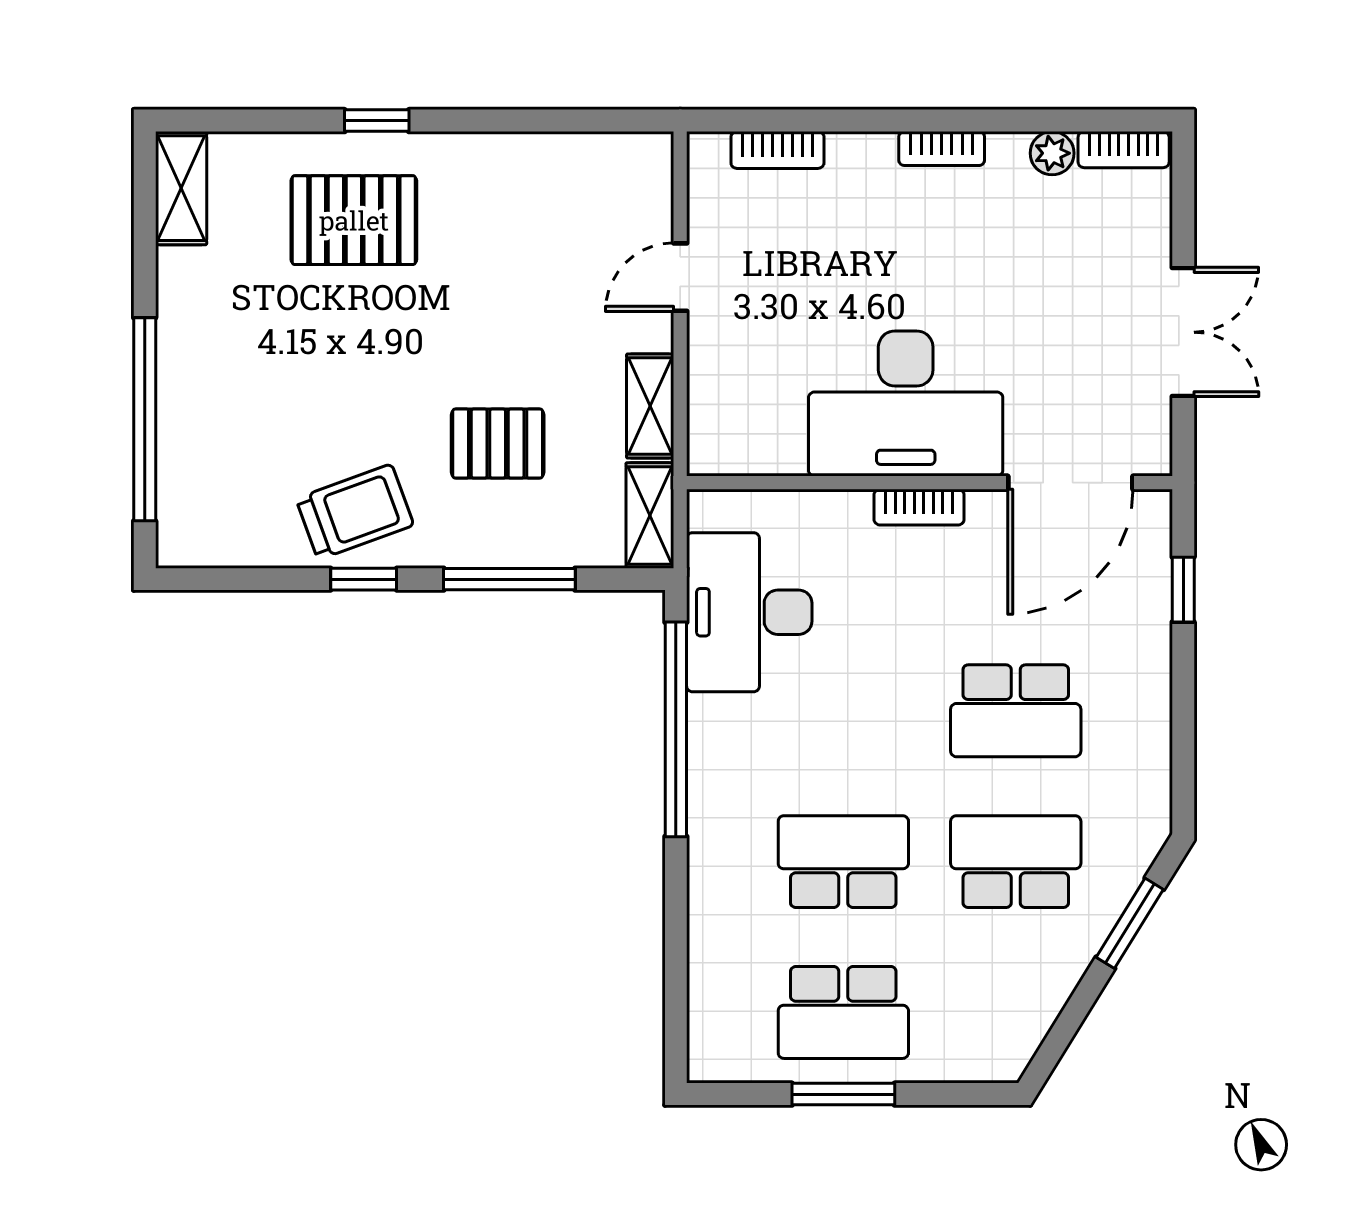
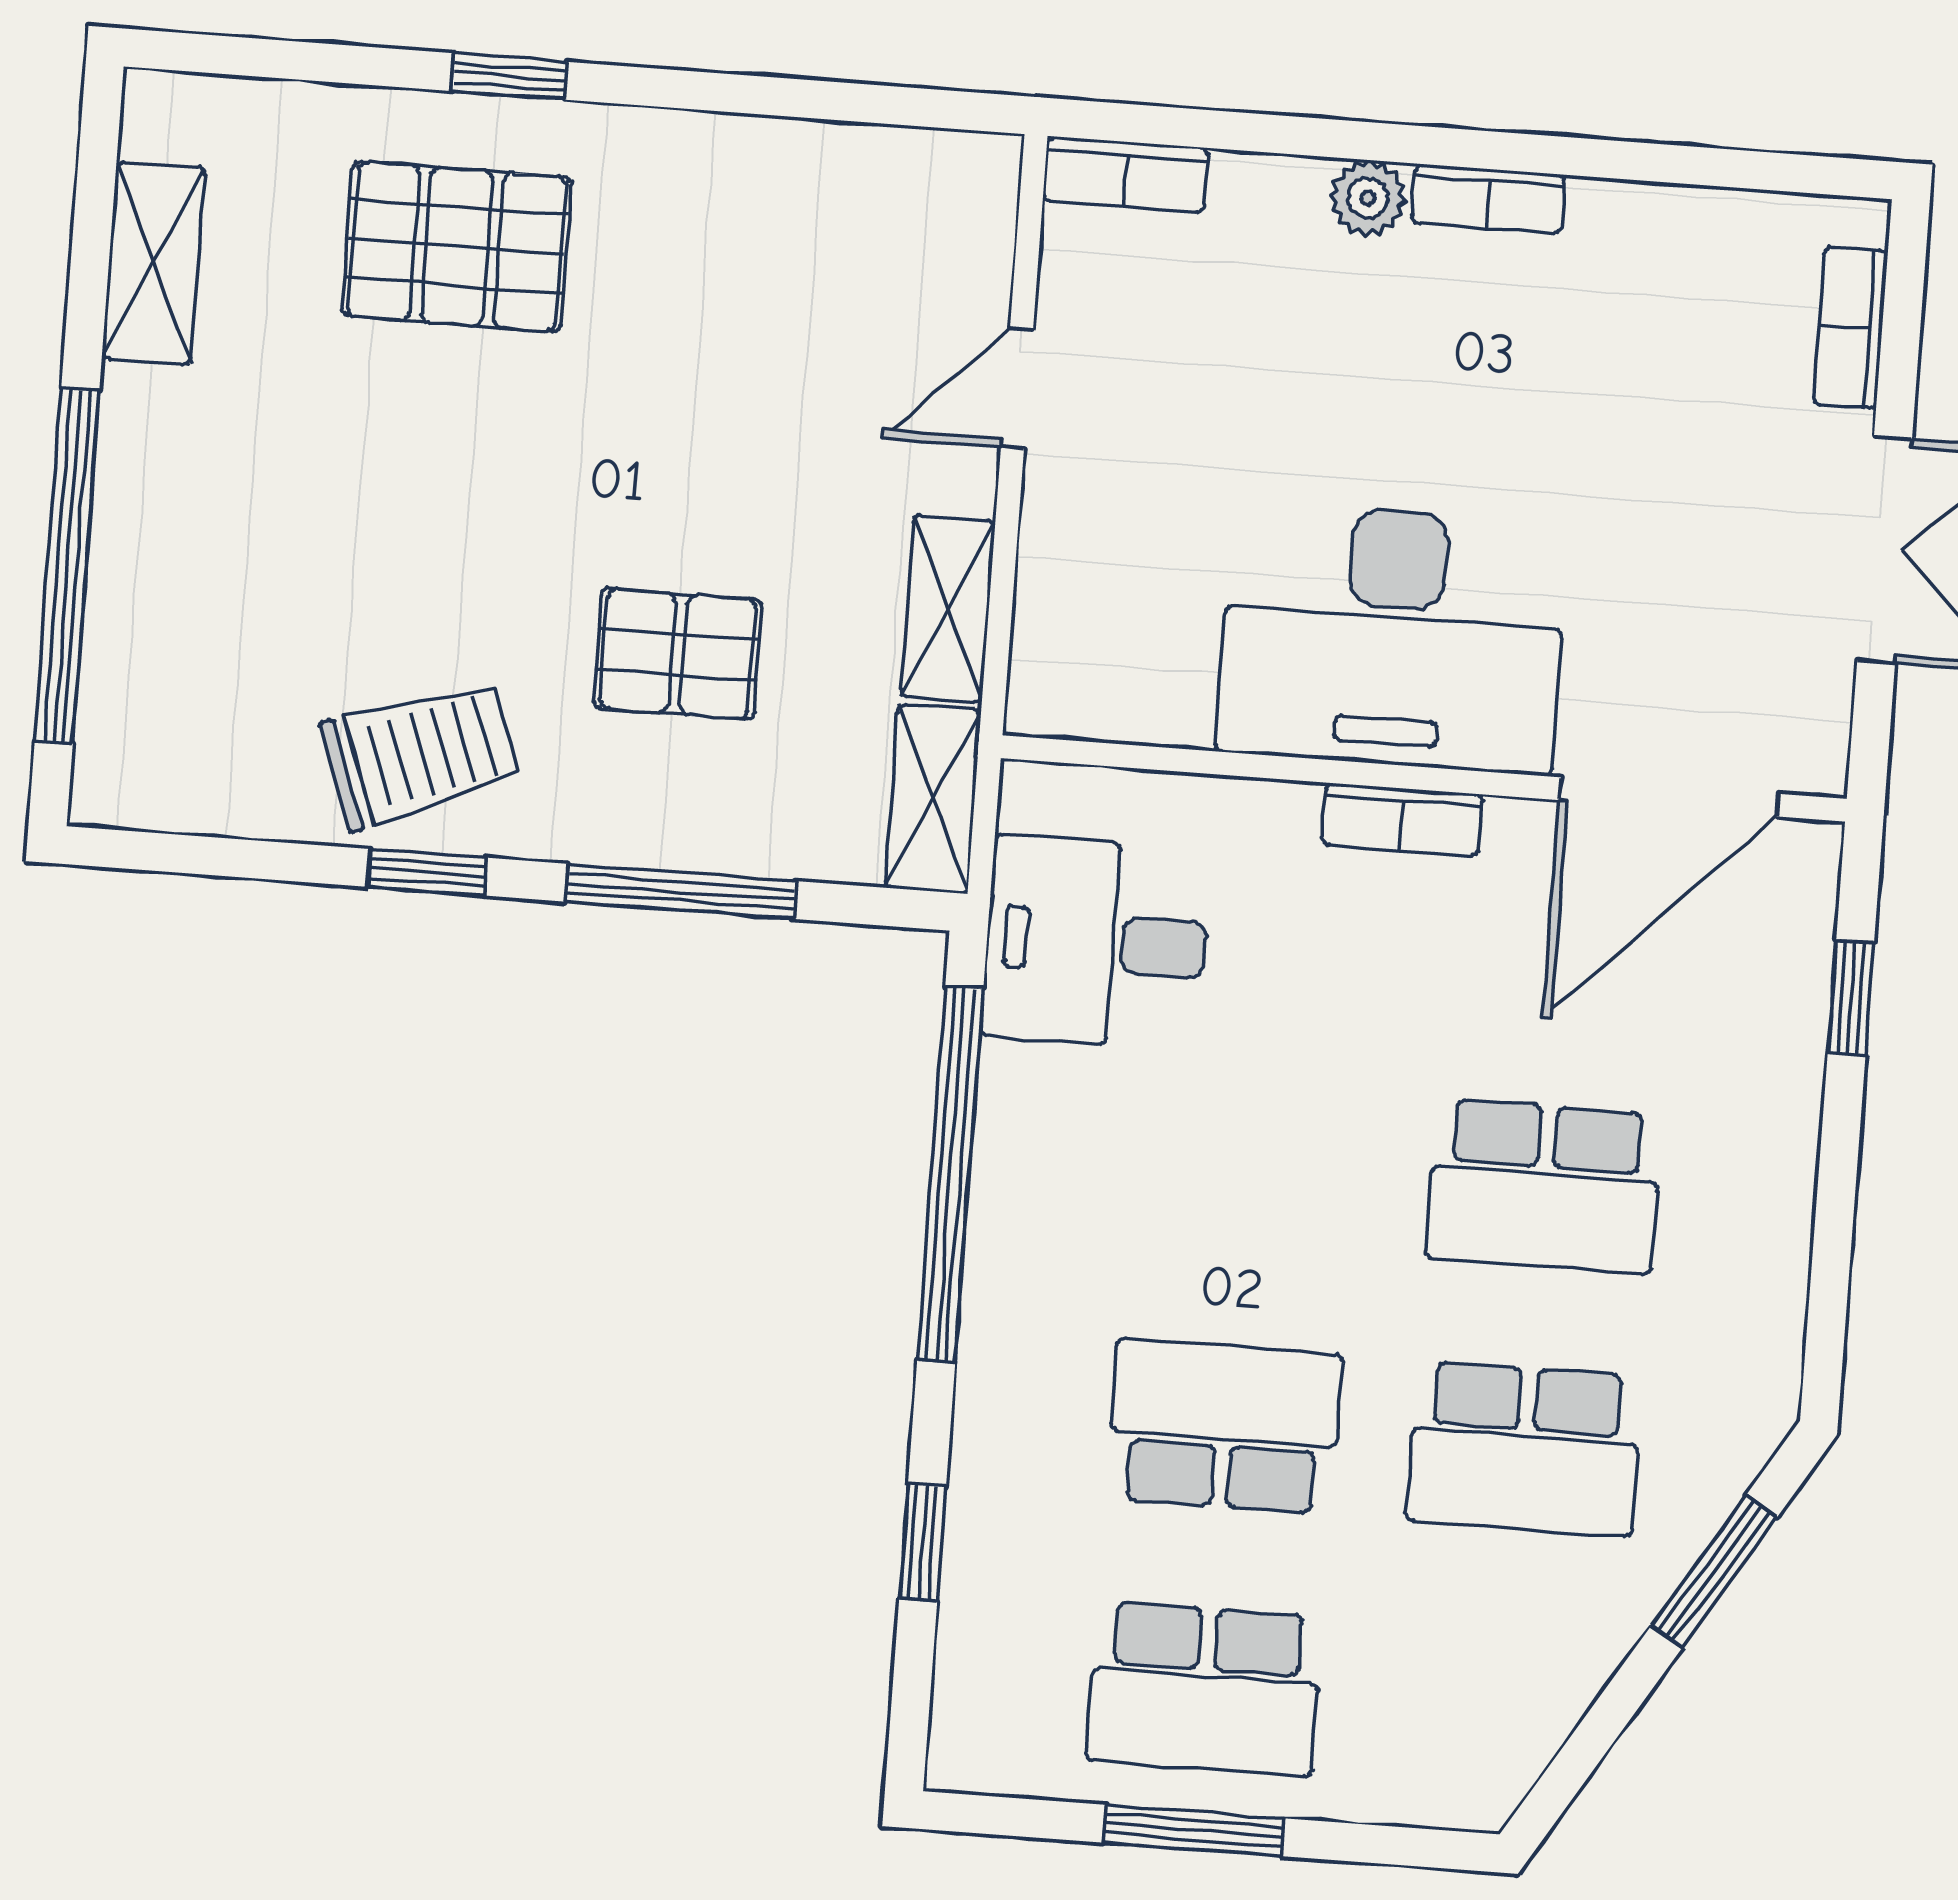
bookcase: (777, 150) -> (1126, 174), moved
bookcase: (1124, 150) -> (1851, 328), moved, turned 90
plant: (1052, 153) -> (1368, 198), moved
shelving: (181, 188) -> (153, 263), moved
desk: (749, 612) -> (1096, 943), width x0.73
school desk: (1016, 862) -> (1524, 1449), turned 180
window: (676, 941) -> (923, 1542), added

